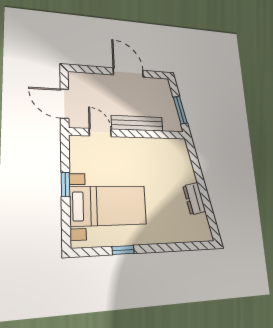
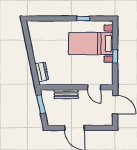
bench: (137, 123) -> (66, 94), width x0.73
dresser: (194, 199) -> (42, 72), moved

